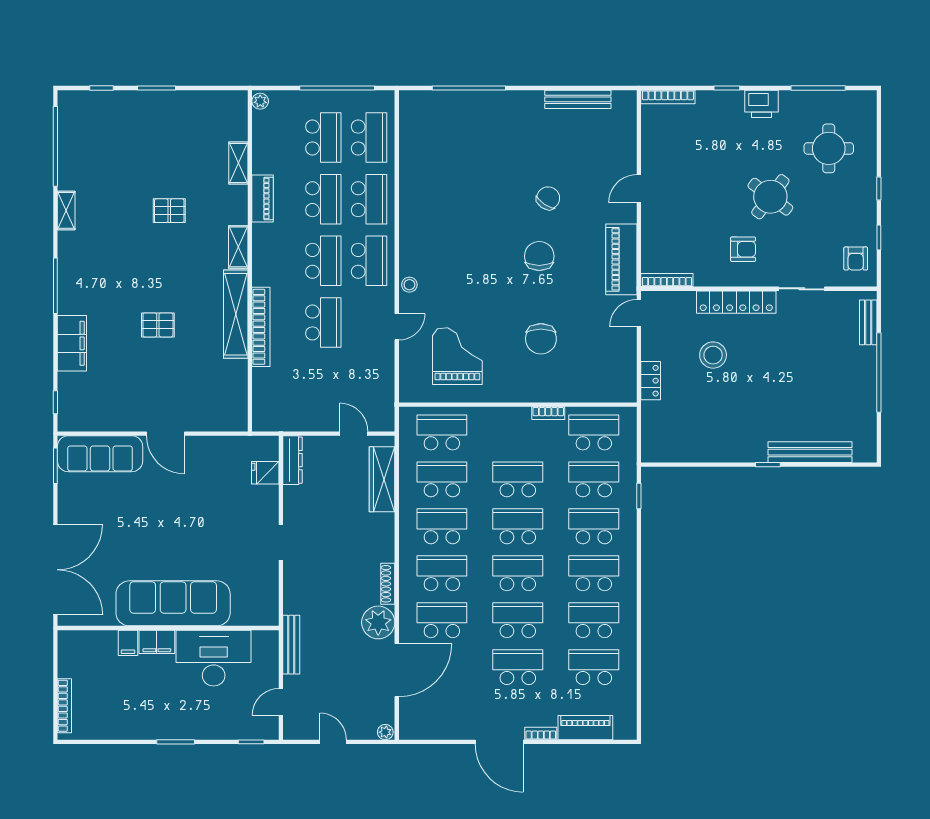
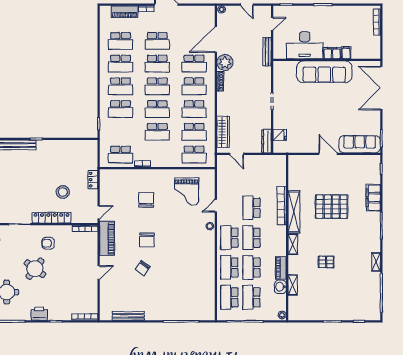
washbasin: (264, 159) -> (280, 287), added
pallet: (158, 325) -> (332, 207), width x2.05, depth x2.00
school desk: (594, 479) -> (121, 132), removed

